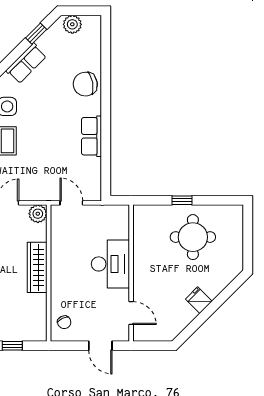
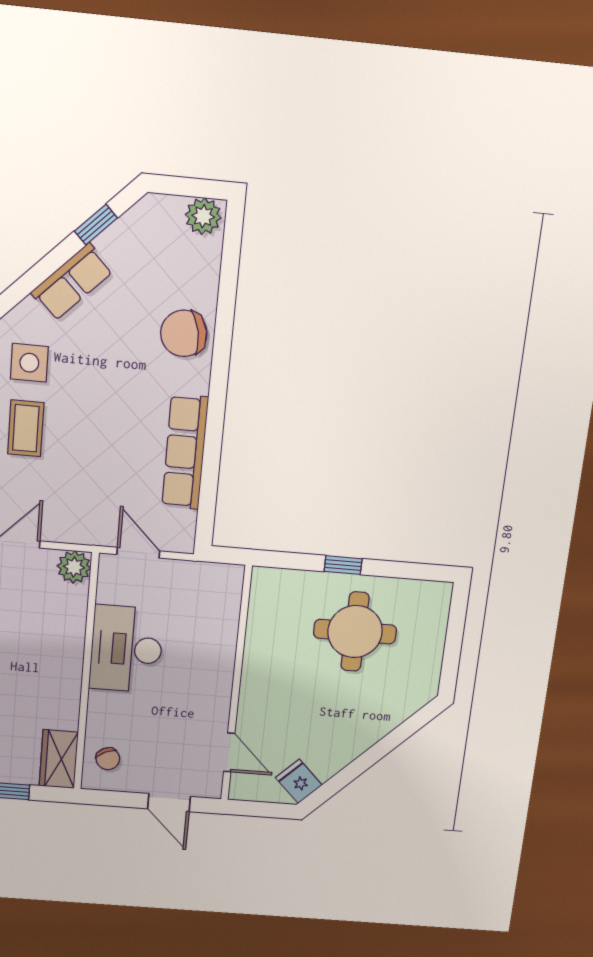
plant: (72, 24) -> (203, 216), moved
row of seats: (91, 136) -> (185, 452), width x1.48
desk: (110, 264) -> (126, 649), moved, turned 180
wardrobe: (37, 267) -> (59, 759), moved, width x0.67
fridge: (199, 300) -> (299, 781), moved

